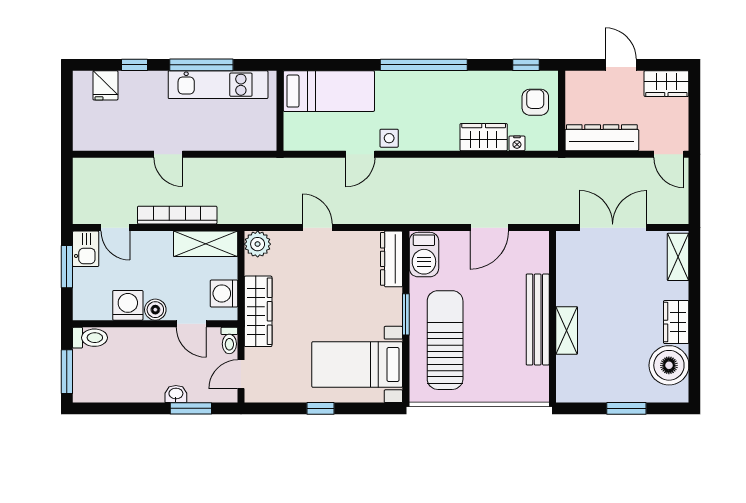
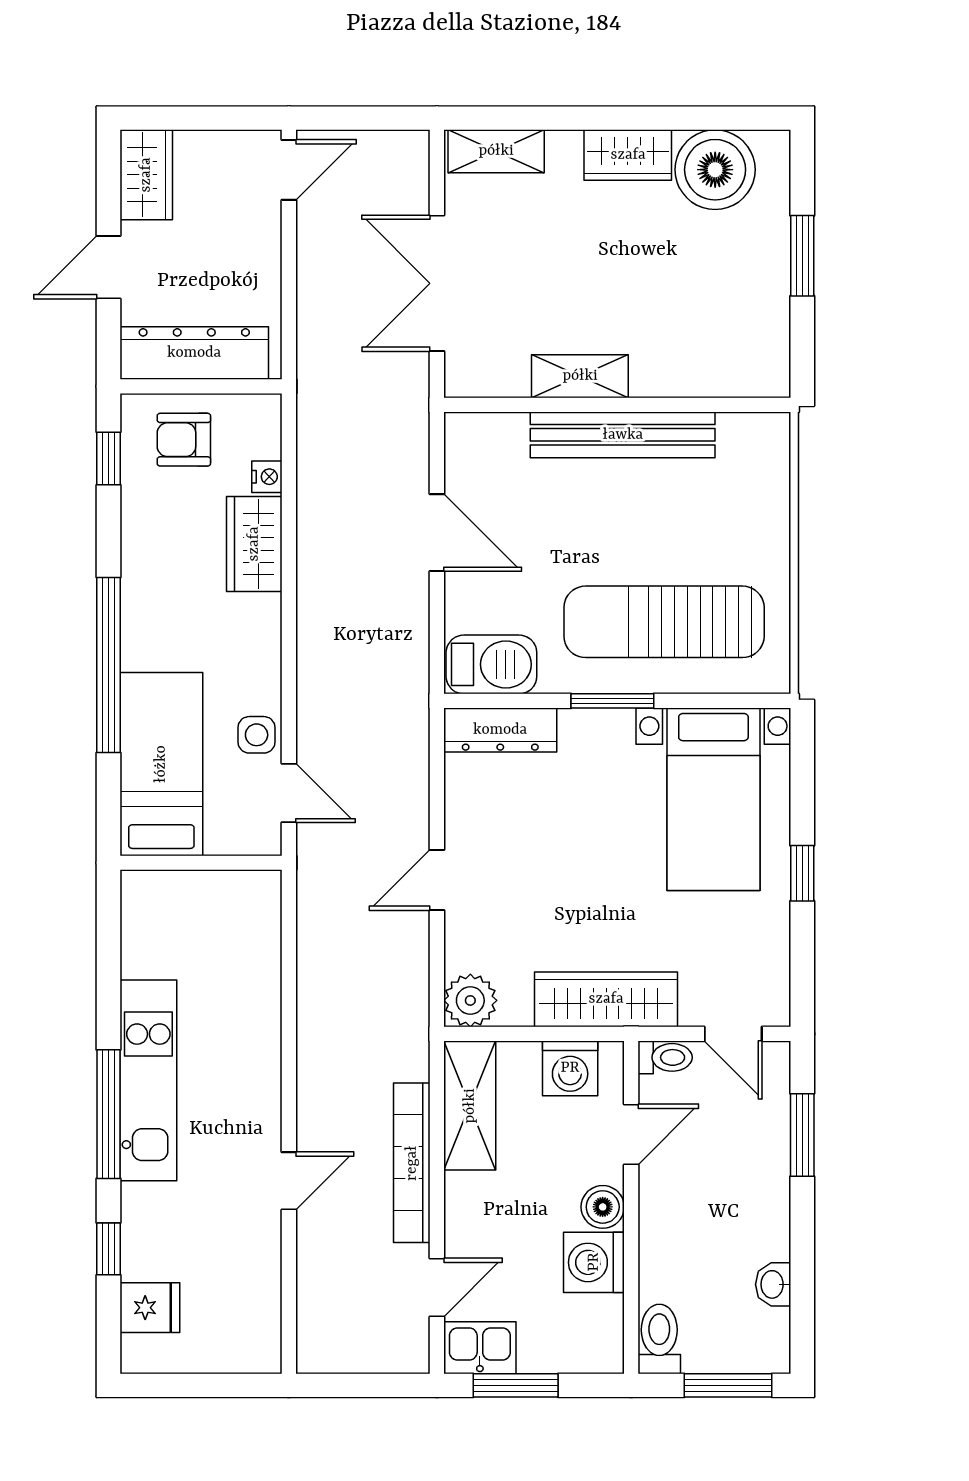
bed: (329, 91) -> (161, 764), moved
wall: (280, 111) -> (201, 863), moved
dresser: (602, 138) -> (194, 353), moved, turned 90
shelving: (567, 330) -> (580, 376), moved
washbasin: (176, 394) -> (773, 1284), moved

